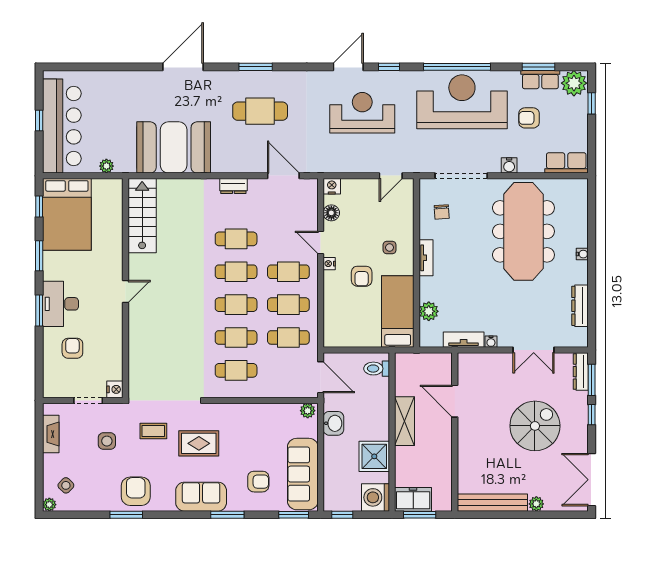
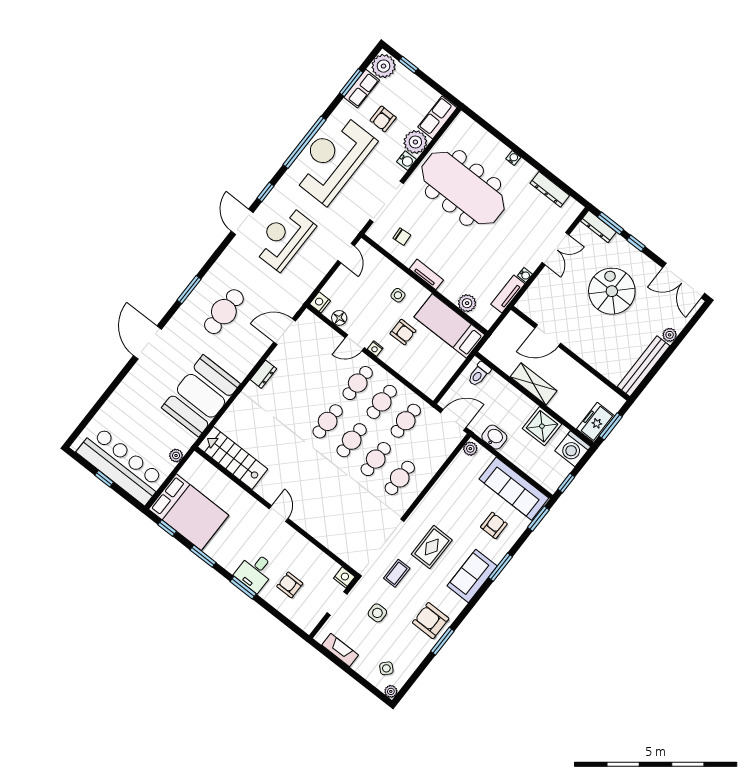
plant: (531, 161) -> (415, 142), added
cafe table: (236, 239) -> (304, 403), removed
desk: (61, 304) -> (255, 572), width x0.73

